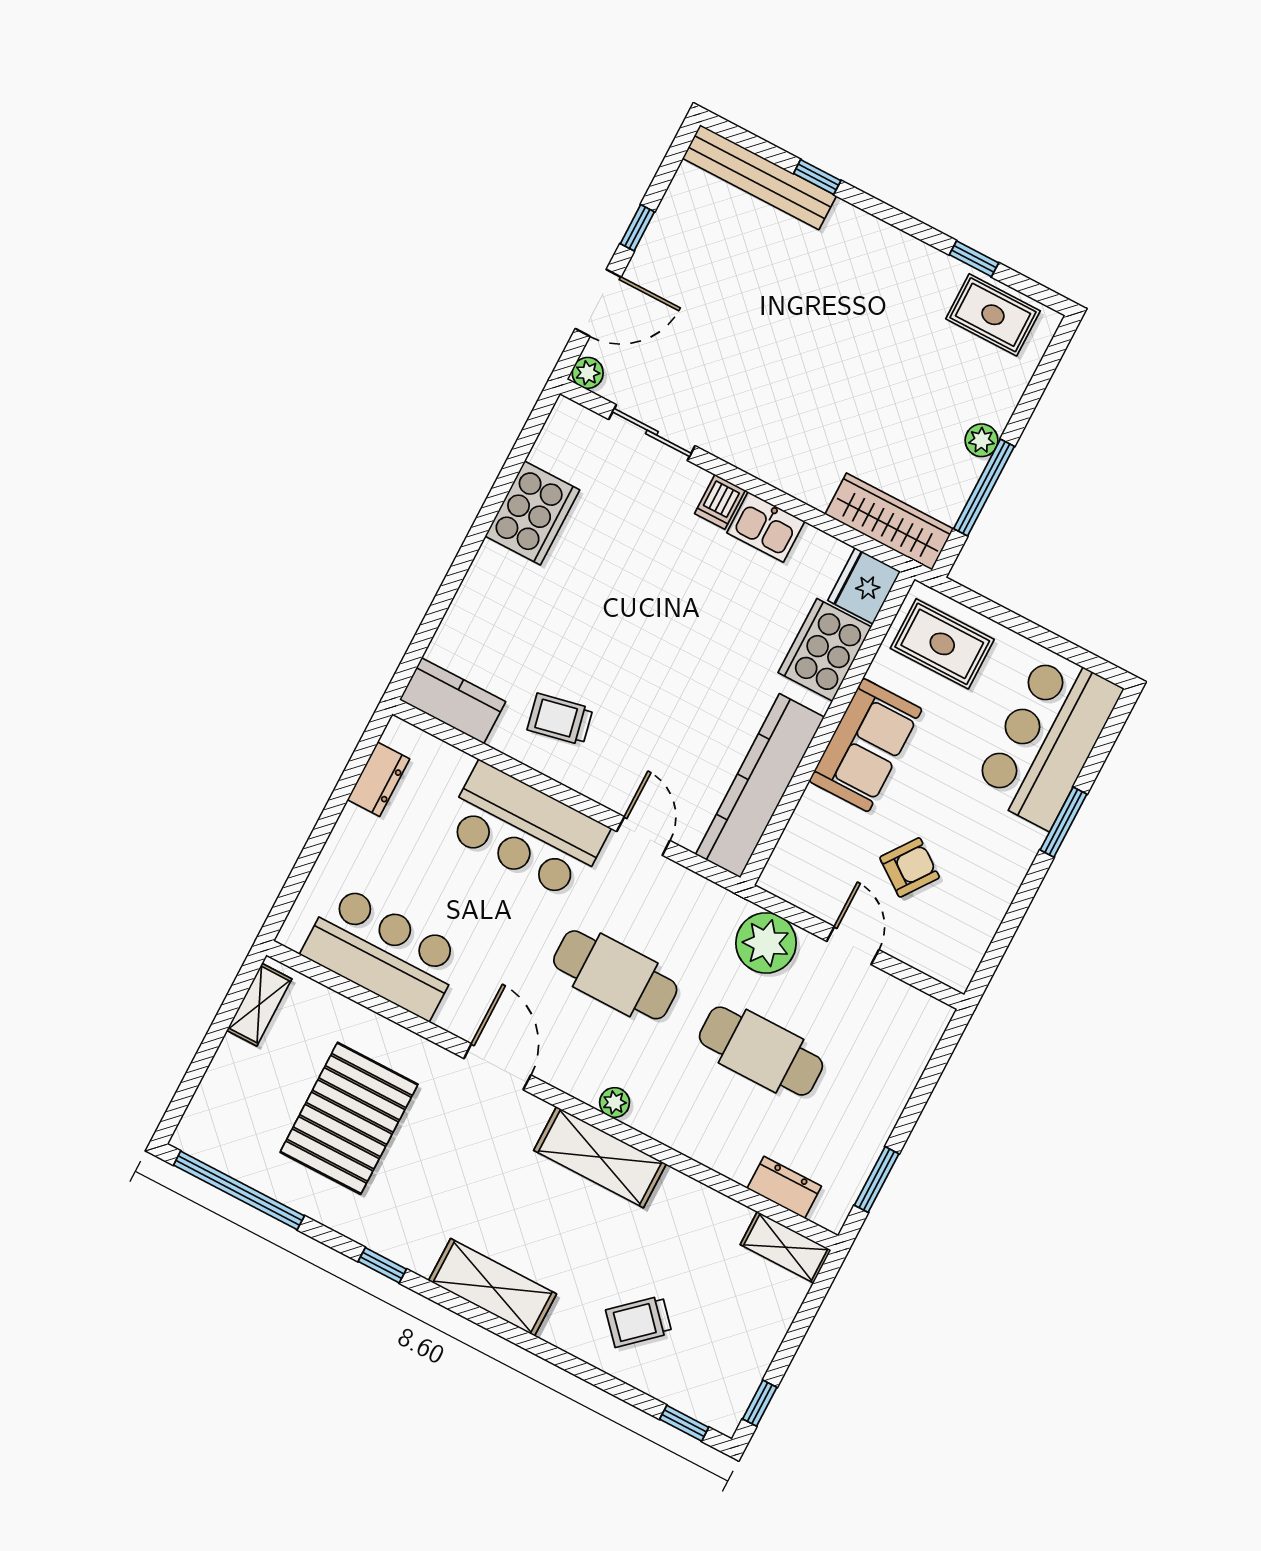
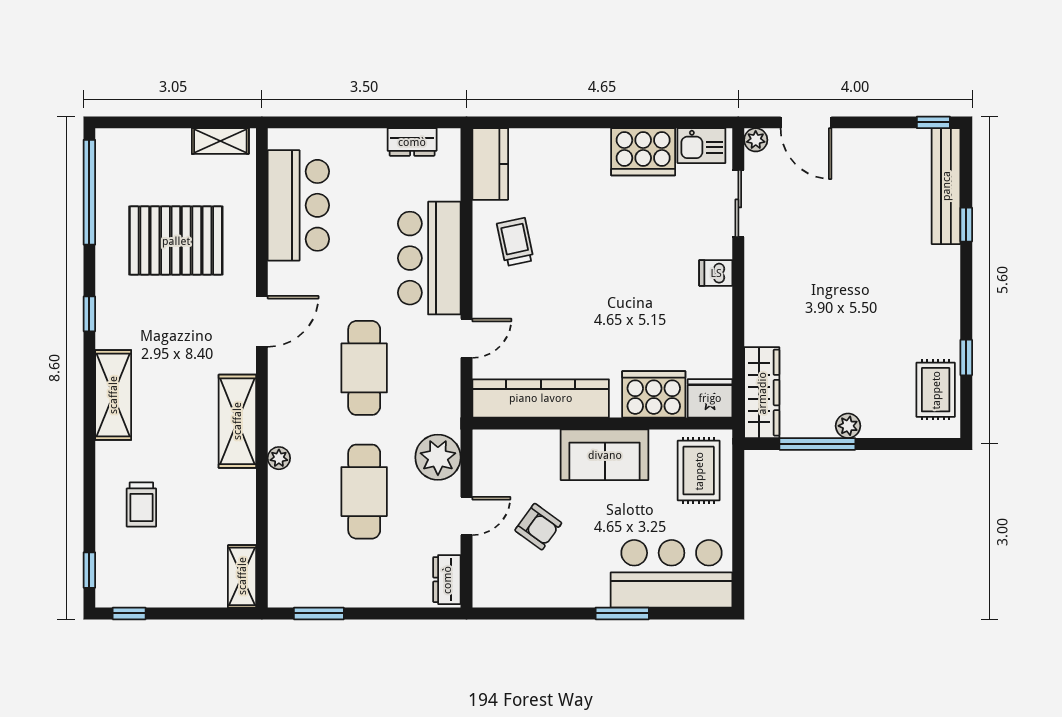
window: (637, 228) -> (933, 122), moved
kitchen sink: (766, 527) -> (701, 146), moved, turned -90
plant: (615, 1102) -> (279, 458), moved
dresser: (784, 1187) -> (447, 580), moved, turned 180
trolley: (639, 1321) -> (141, 504), turned -138

